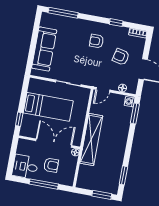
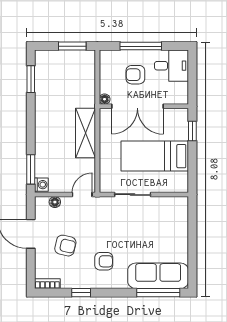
sofa: (44, 49) -> (158, 276), moved, turned 90
shelving: (91, 139) -> (86, 133), width x0.68
window: (102, 195) -> (72, 46), moved

